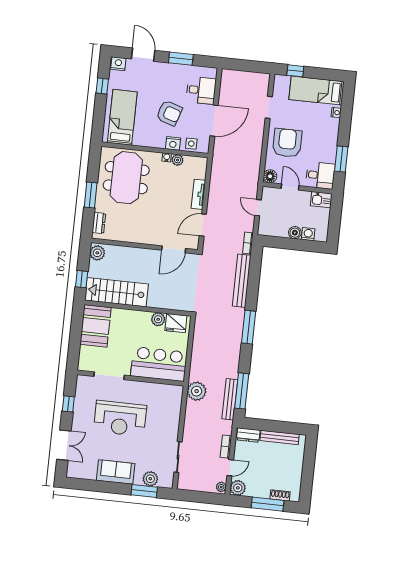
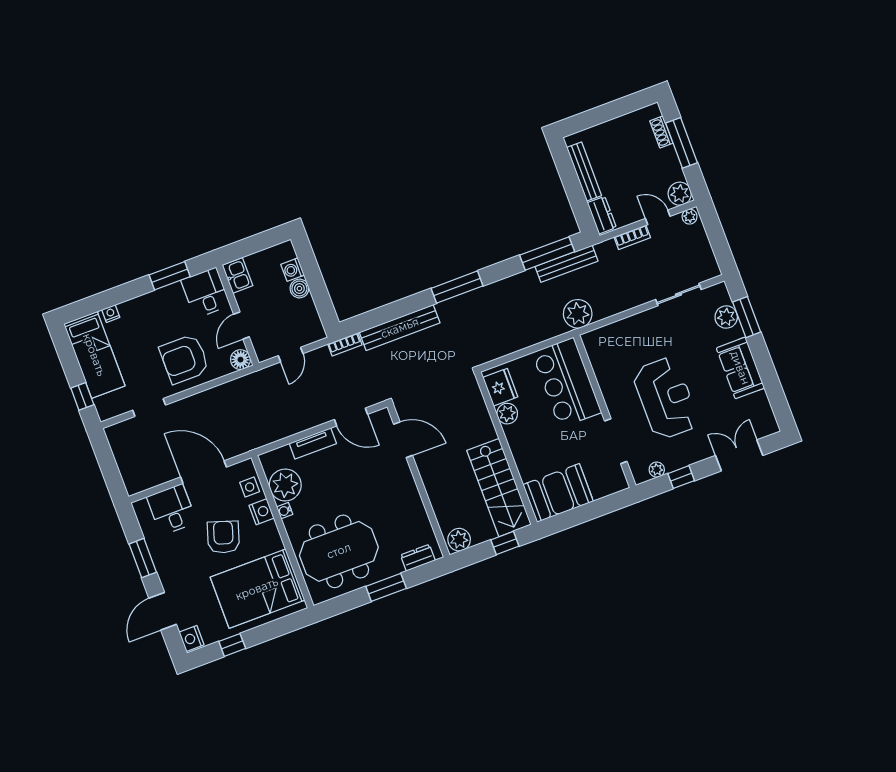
bed: (122, 117) -> (257, 589), width x1.50
plant: (177, 160) -> (285, 485), width x1.87, depth x1.87
plant: (80, 392) -> (657, 470), added

